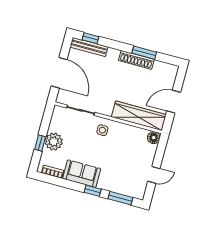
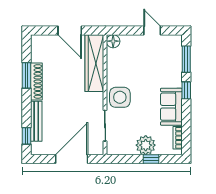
bench: (89, 47) -> (36, 121), moved
side table: (102, 130) -> (120, 97), width x1.87, depth x1.87

